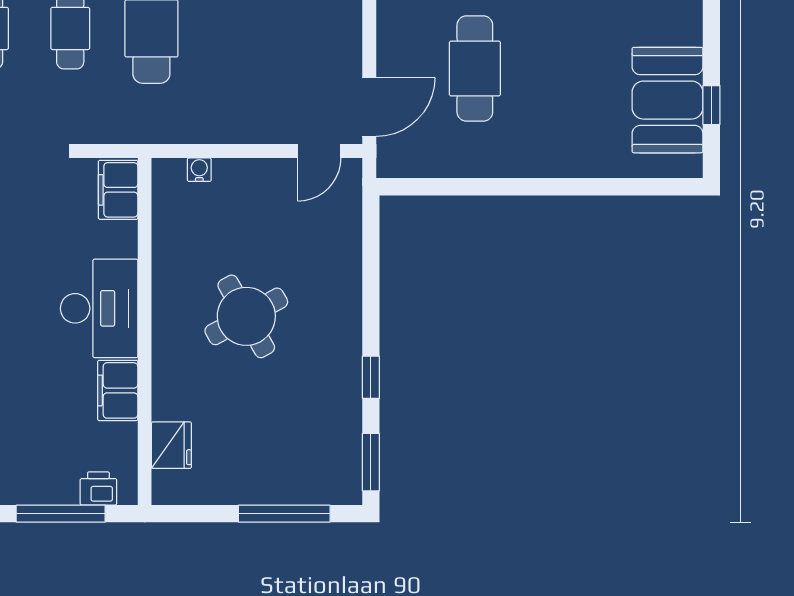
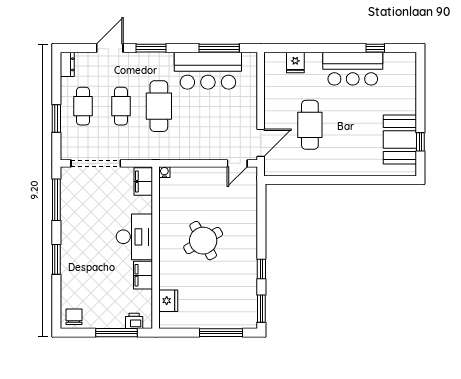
water cooler: (199, 170) -> (164, 172), moved

